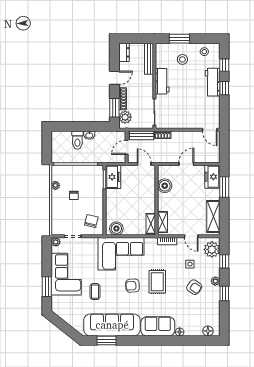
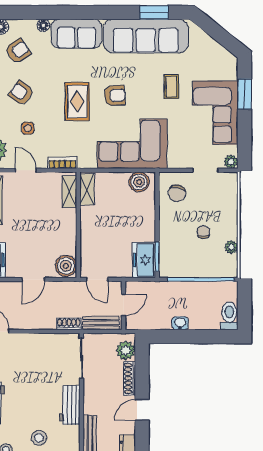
window: (114, 108) -> (142, 365), removed
toilet: (77, 140) -> (229, 316), moved
boiler: (165, 186) -> (66, 266), moved
armchair: (196, 315) -> (18, 51), added

